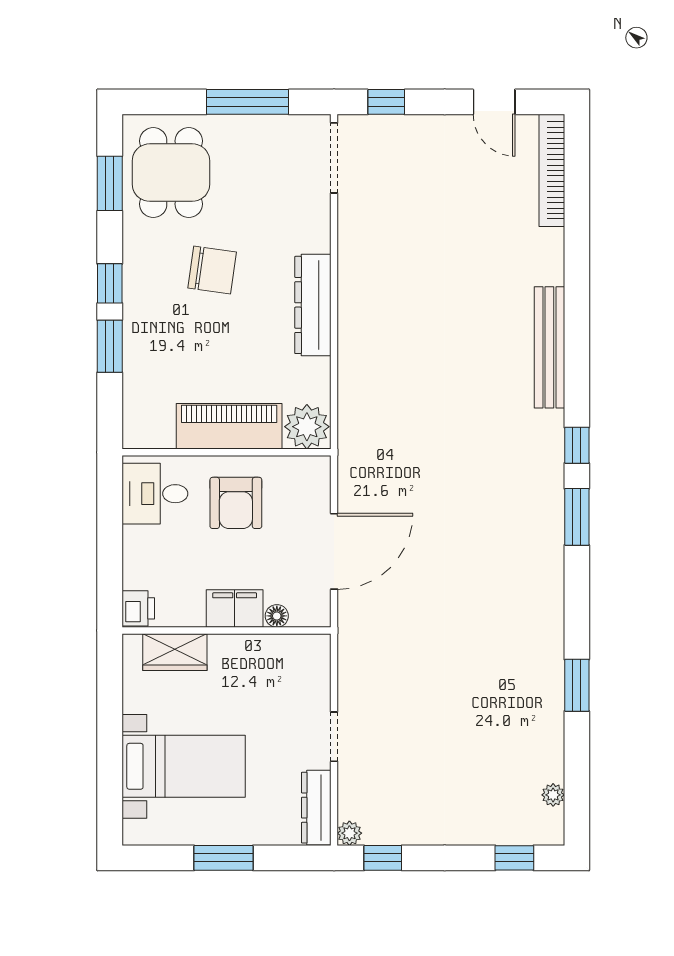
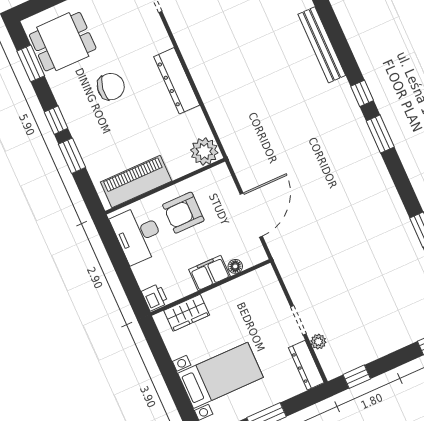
dining table: (171, 173) -> (63, 42), turned 90
piano: (229, 426) -> (136, 182), moved
desk: (155, 494) -> (138, 234), width x1.37
armchair: (236, 503) -> (183, 213), turned 90
plant: (349, 833) -> (318, 342), moved

